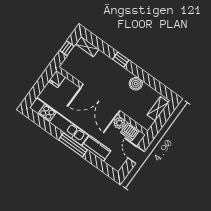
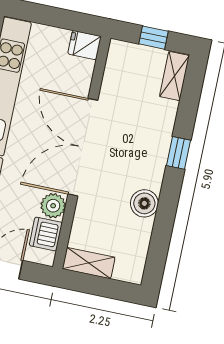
shelving: (158, 109) -> (89, 263), moved

